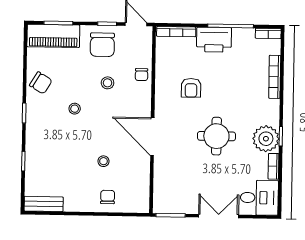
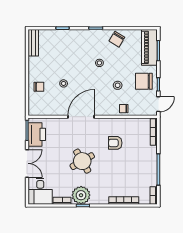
printer: (214, 40) -> (37, 134), moved, turned 180
round table: (216, 136) -> (82, 161), turned -30

